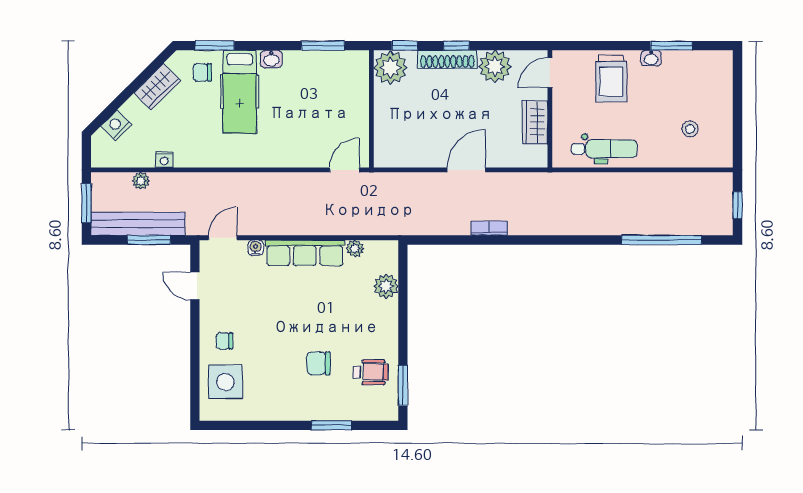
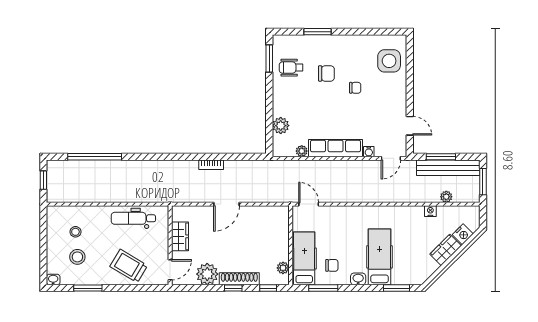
washbasin: (651, 58) -> (53, 280), moved
plant: (391, 68) -> (283, 268), width x0.53, depth x0.53
chair: (202, 72) -> (332, 265), moved
trolley: (611, 78) -> (129, 266), turned -59
wardrobe: (157, 87) -> (446, 250), moved
hospital bed: (351, 89) -> (304, 258), added
stool: (687, 92) -> (77, 257), added
door: (345, 170) -> (309, 204), swing flipped
chair: (224, 341) -> (355, 88), moved

